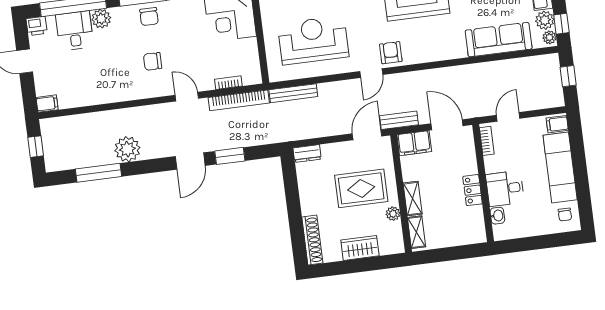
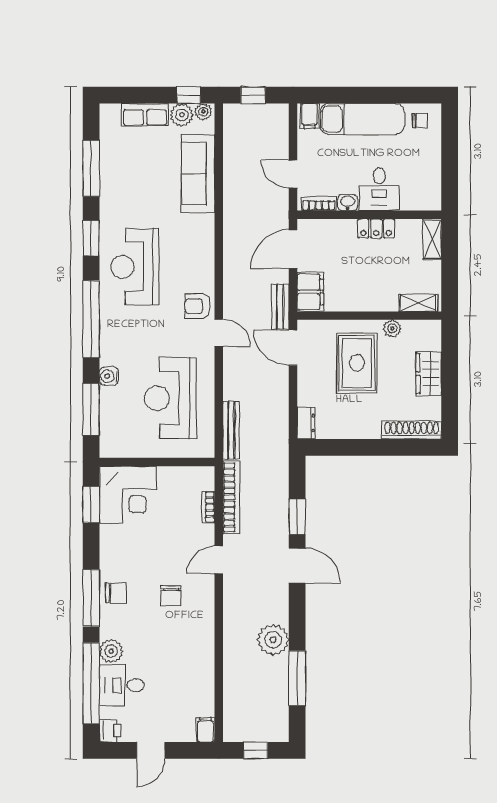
shelving: (413, 199) -> (432, 239), moved, turned 90
washbasin: (497, 216) -> (348, 202), moved

